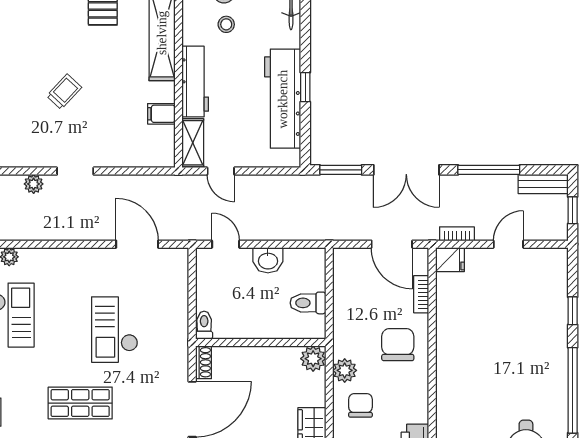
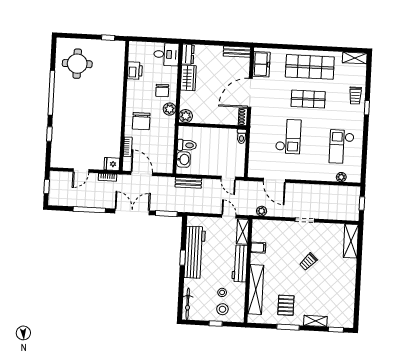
plant: (34, 184) -> (262, 211), moved
bench: (543, 184) -> (188, 183), moved
washbasin: (268, 260) -> (183, 159), moved, turned 90

